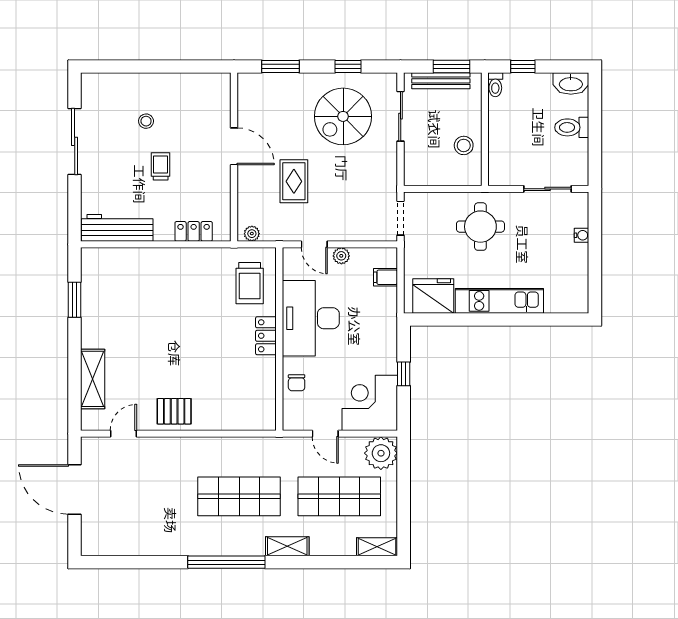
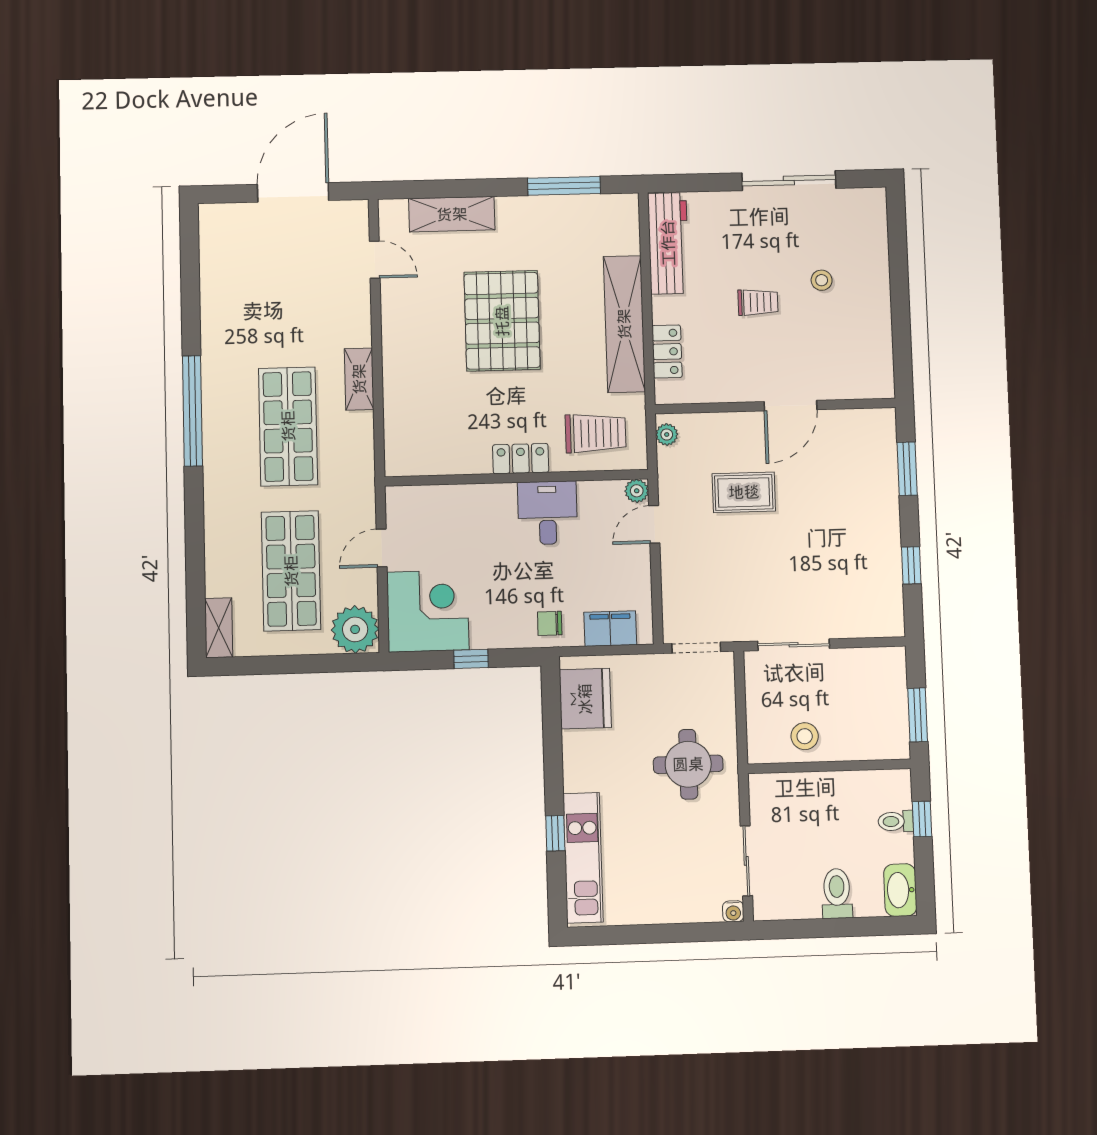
bench: (441, 81) -> (896, 700), removed
toilet: (495, 85) -> (896, 821), moved
spiral stairs: (343, 116) -> (840, 560), removed
sliding door: (401, 116) -> (794, 645), moved
water cooler: (582, 235) -> (733, 911), moved
plant: (341, 256) -> (637, 491), moved
shelving: (173, 261) -> (624, 324), added
filing cabinet: (386, 277) -> (610, 629), width x2.00
trolley: (250, 283) -> (596, 433), turned 180
window: (75, 300) -> (564, 186), width x1.44
kitchen unit: (499, 301) -> (583, 858), moved
desk: (311, 318) -> (548, 513), width x0.53, depth x0.77
window: (525, 319) -> (555, 833), added
chair: (297, 383) -> (550, 623), moved
pallet: (174, 411) -> (502, 321), moved, width x2.05, depth x2.00
shelving: (287, 546) -> (359, 379), moved

